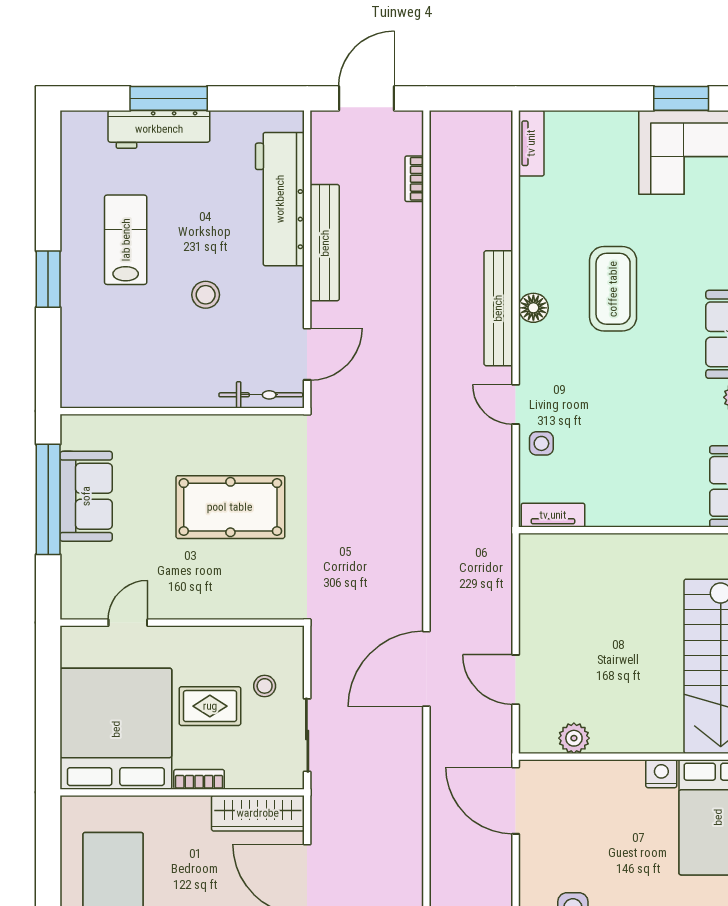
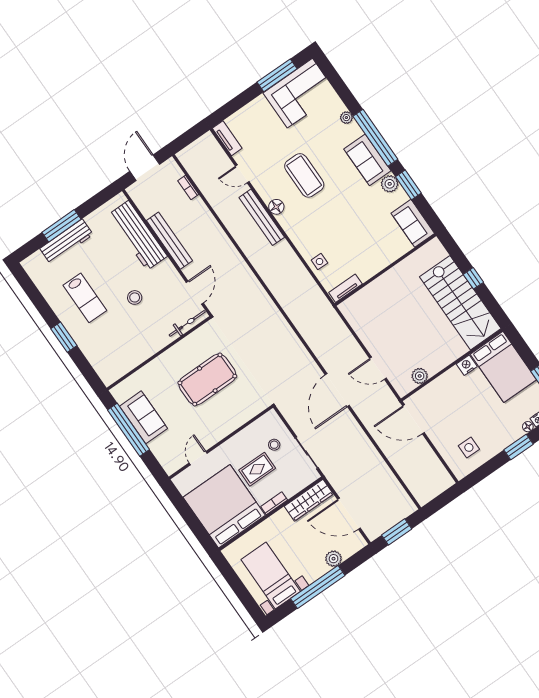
window: (681, 98) -> (277, 75), width x1.44
lab bench: (126, 240) -> (85, 298), turned 180
door: (516, 404) -> (242, 174), moved

